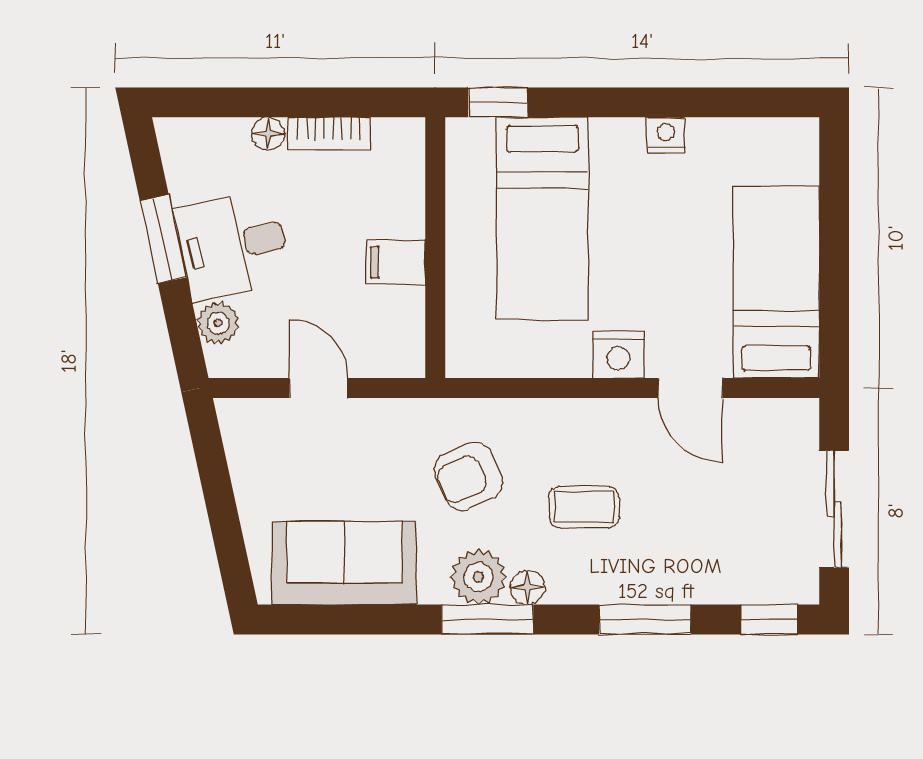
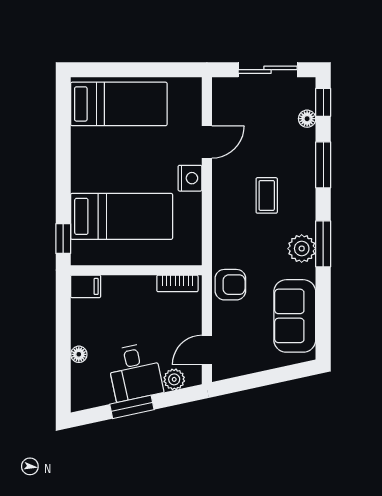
bookcase: (329, 134) -> (177, 283), moved, turned 90
nightstand: (666, 135) -> (80, 154), removed
filing cabinet: (396, 262) -> (86, 286), moved, turned -90
bed: (776, 282) -> (119, 104), moved, turned 180
door: (319, 388) -> (207, 350), moved
armchair: (468, 476) -> (230, 285), moved, turned -66
floor lamp: (527, 588) -> (307, 119), moved

